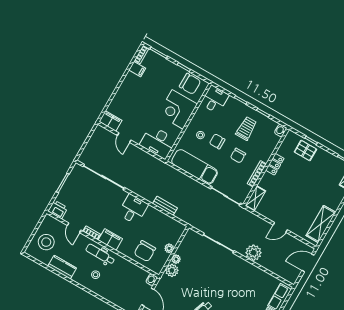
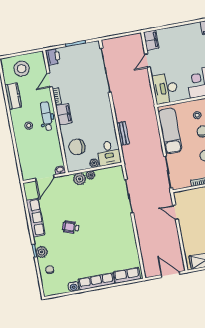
shelving: (255, 198) -> (185, 195), removed
desk: (133, 209) -> (109, 153), moved, turned 90
door: (280, 227) -> (176, 212), moved
plant: (253, 253) -> (144, 228), removed

